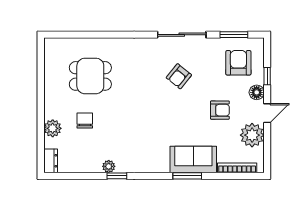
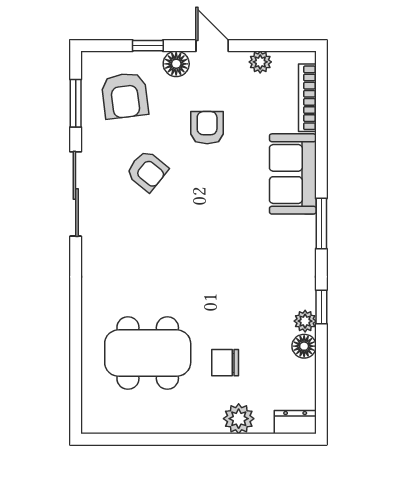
armchair: (238, 63) -> (125, 96), turned -97
dining table: (90, 76) -> (148, 353), width x1.38
armchair: (179, 76) -> (147, 171), moved
plant: (252, 135) -> (260, 62), width x0.53, depth x0.53
floor lamp: (94, 166) -> (304, 346), added
window: (187, 176) -> (321, 224), moved

